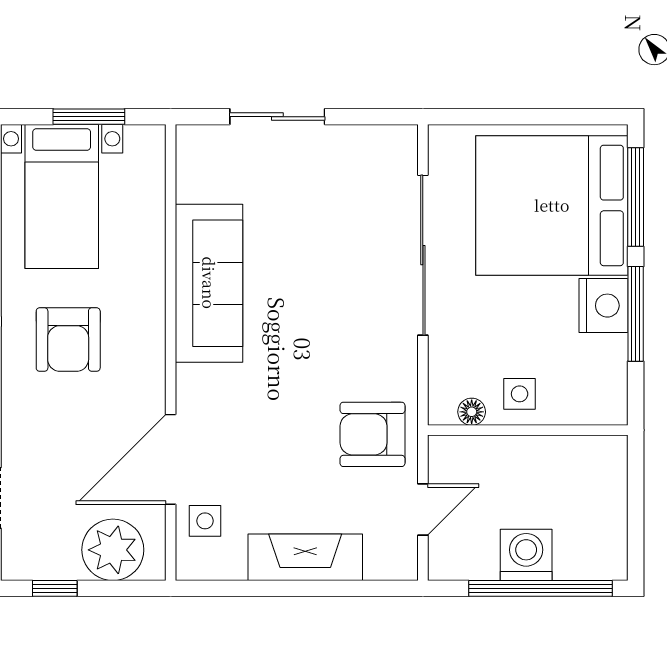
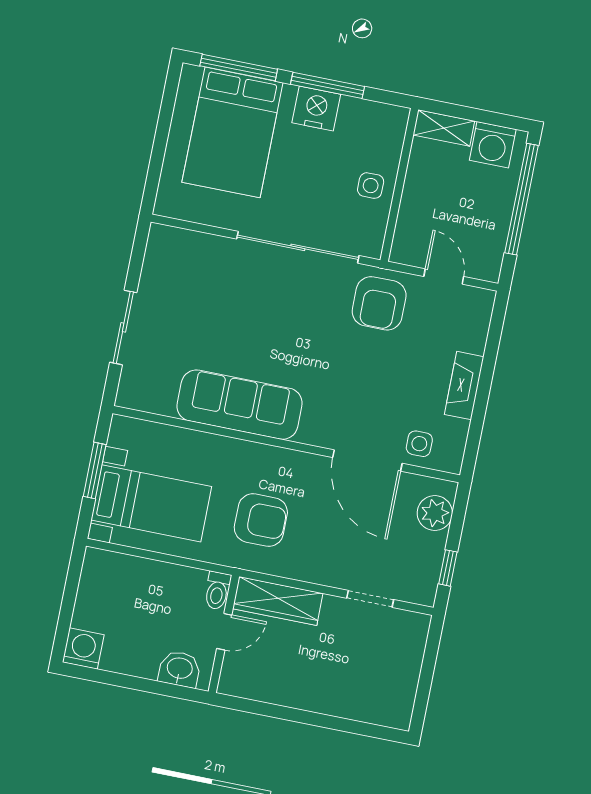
bed: (552, 205) -> (232, 132), width x0.73
sliding door: (423, 255) -> (298, 247), moved
floor lamp: (472, 412) -> (377, 225), removed
shelving: (611, 472) -> (444, 128), added
plant: (113, 550) -> (435, 513), width x0.73, depth x0.73
washing machine: (526, 555) -> (493, 145), moved, turned -90
fireplace: (305, 557) -> (464, 386), width x0.73, depth x0.76

